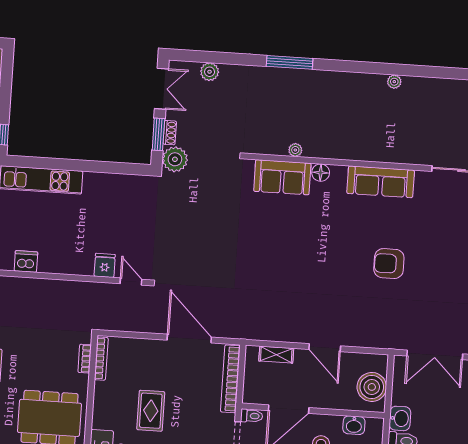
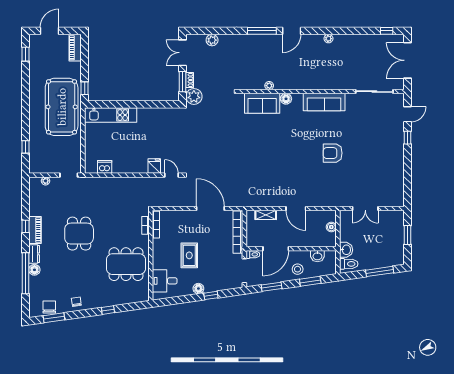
door: (337, 66) -> (292, 31), added
double door: (161, 89) -> (183, 53), swing flipped
double door: (435, 355) -> (365, 209), width x0.73
boiler: (372, 387) -> (331, 227), width x0.54, depth x0.54

